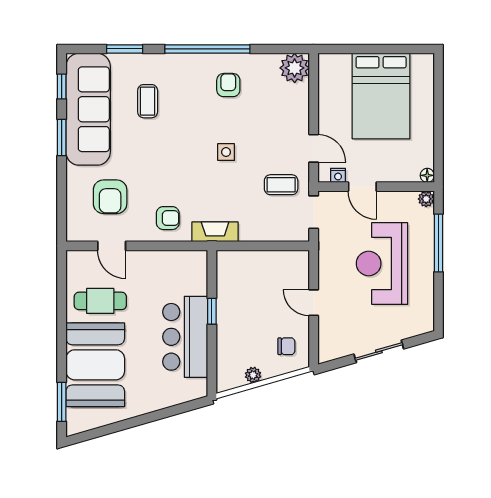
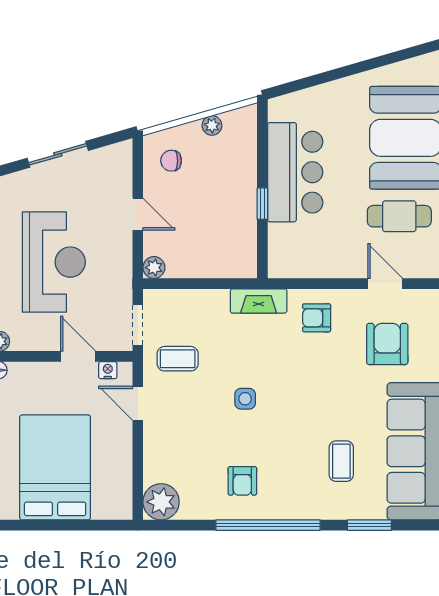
plant: (300, 259) -> (154, 268), added

